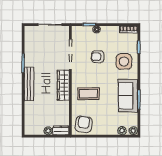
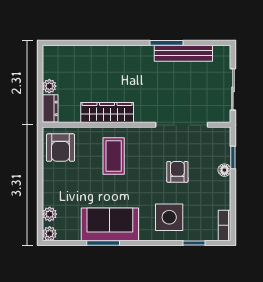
bench: (29, 84) -> (183, 53), moved
wardrobe: (63, 85) -> (107, 112), moved
armchair: (84, 124) -> (60, 148), turned 82

